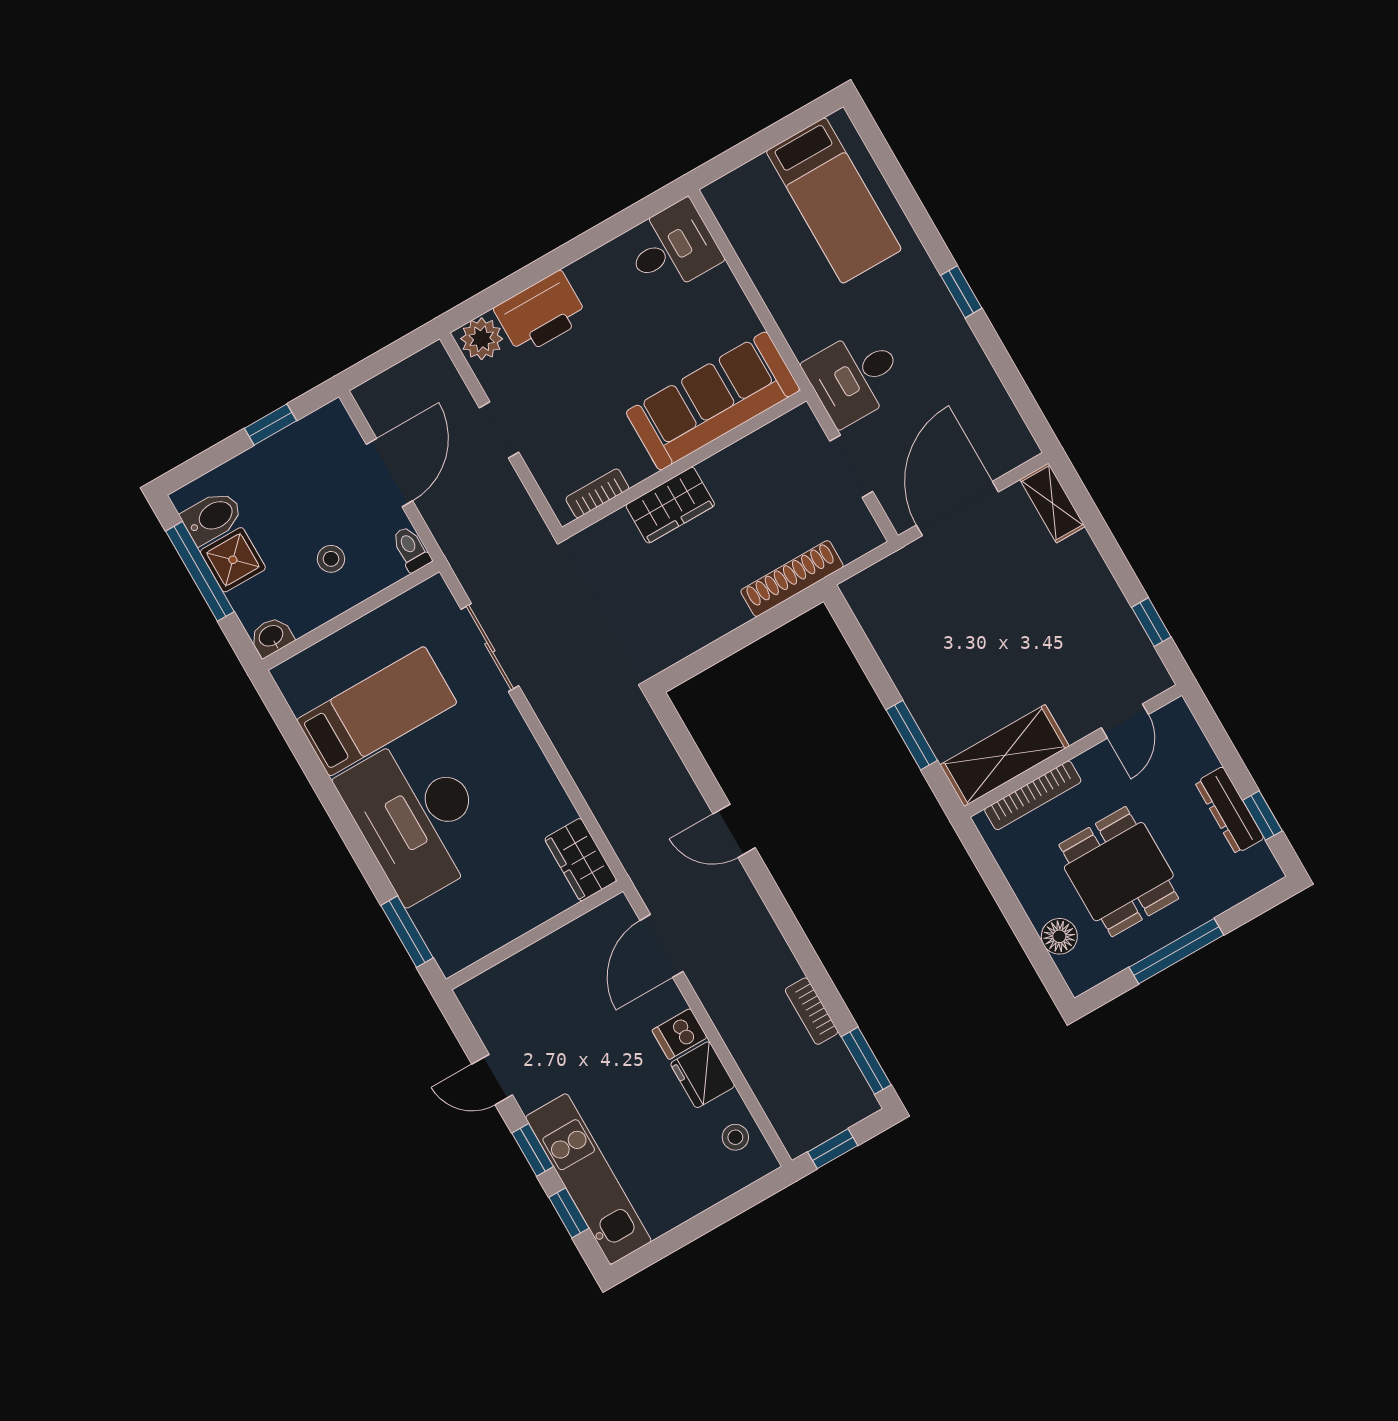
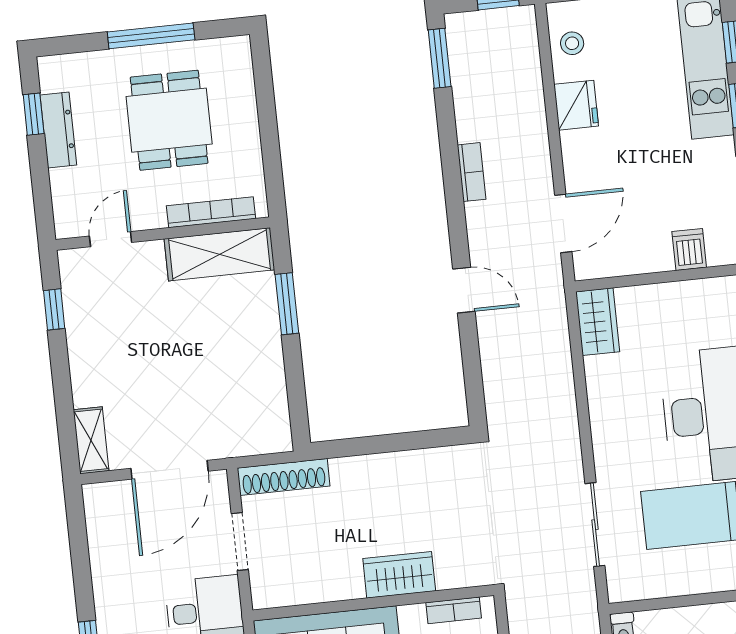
shoe rack: (792, 579) -> (284, 477), moved
floor lamp: (1059, 936) -> (240, 89), removed
bookcase: (812, 1011) -> (472, 172), moved
dishwasher: (680, 1034) -> (689, 249), moved, turned -90

